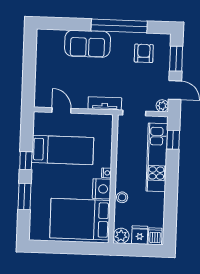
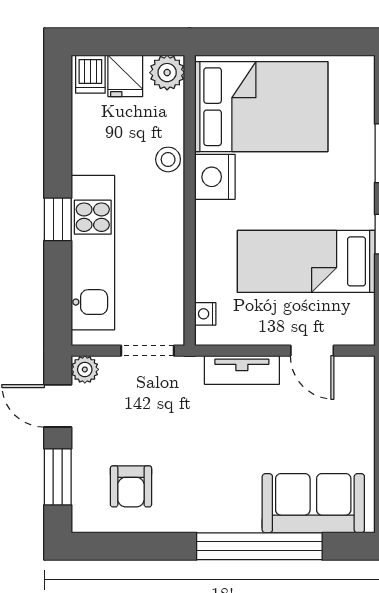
window: (119, 26) -> (259, 546), moved
sofa: (88, 44) -> (313, 503), moved
tv unit: (105, 103) -> (242, 370), moved
window: (173, 140) -> (58, 219), moved
nightstand: (106, 173) -> (205, 314), moved

